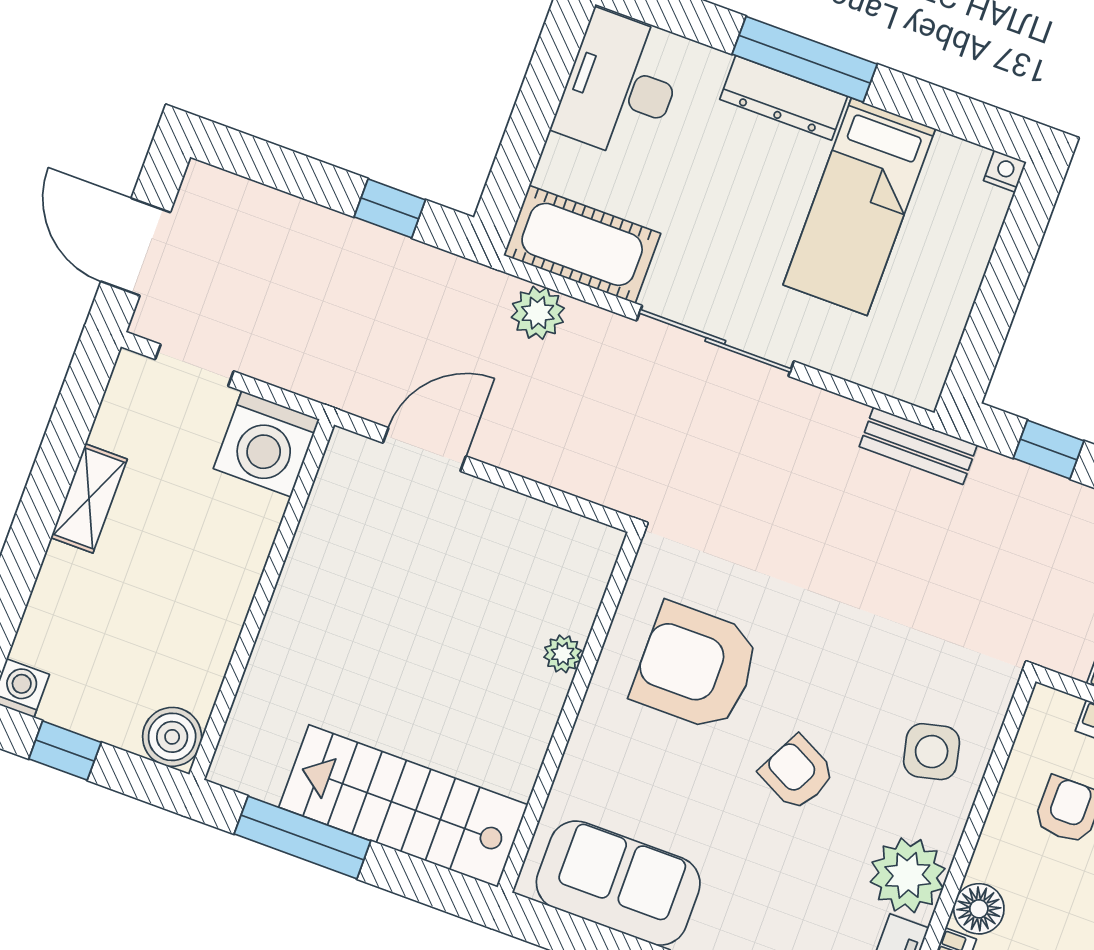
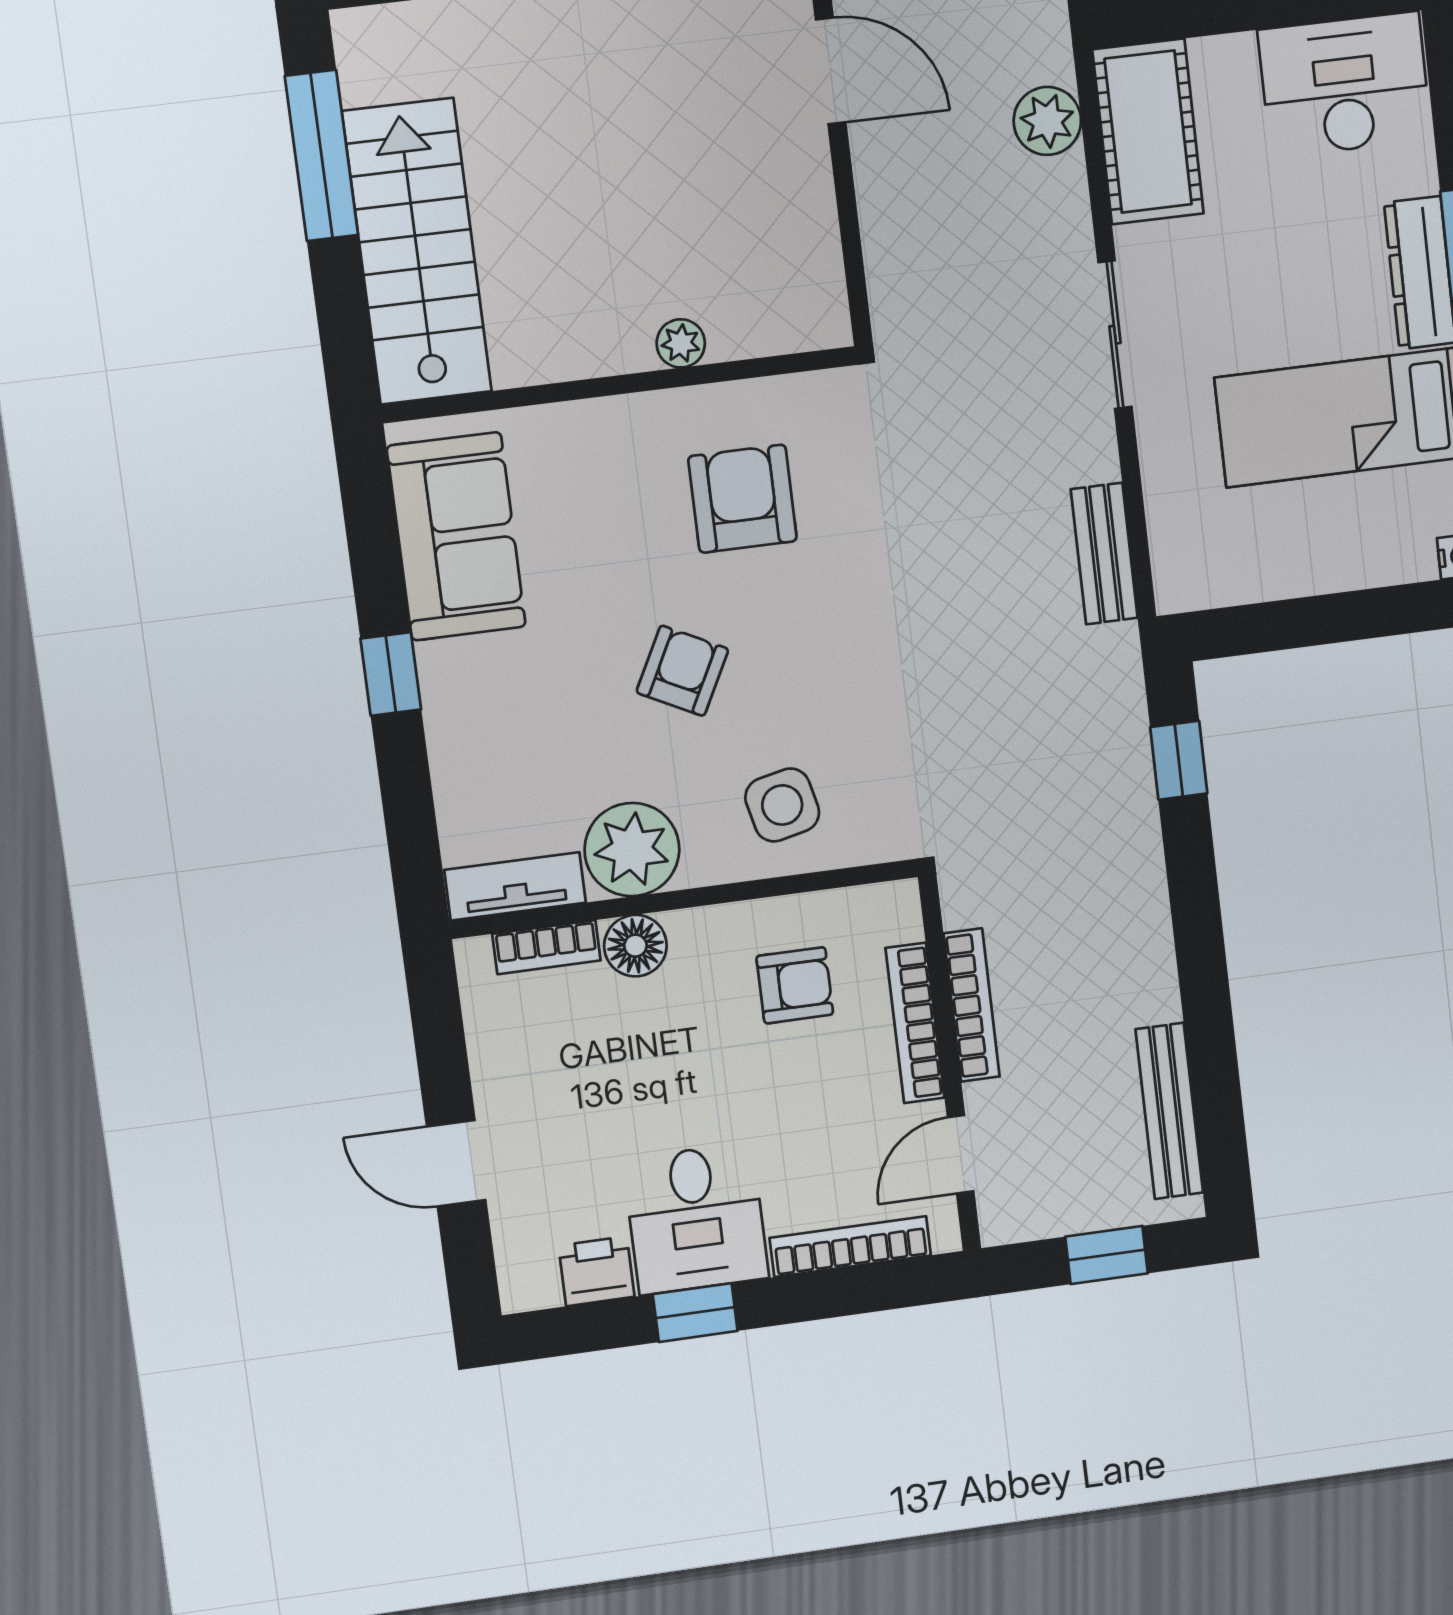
sliding door: (715, 341) -> (1115, 335), width x0.73
bench: (918, 446) -> (1104, 554), moved
armchair: (696, 667) -> (743, 499), width x0.73, depth x0.73

